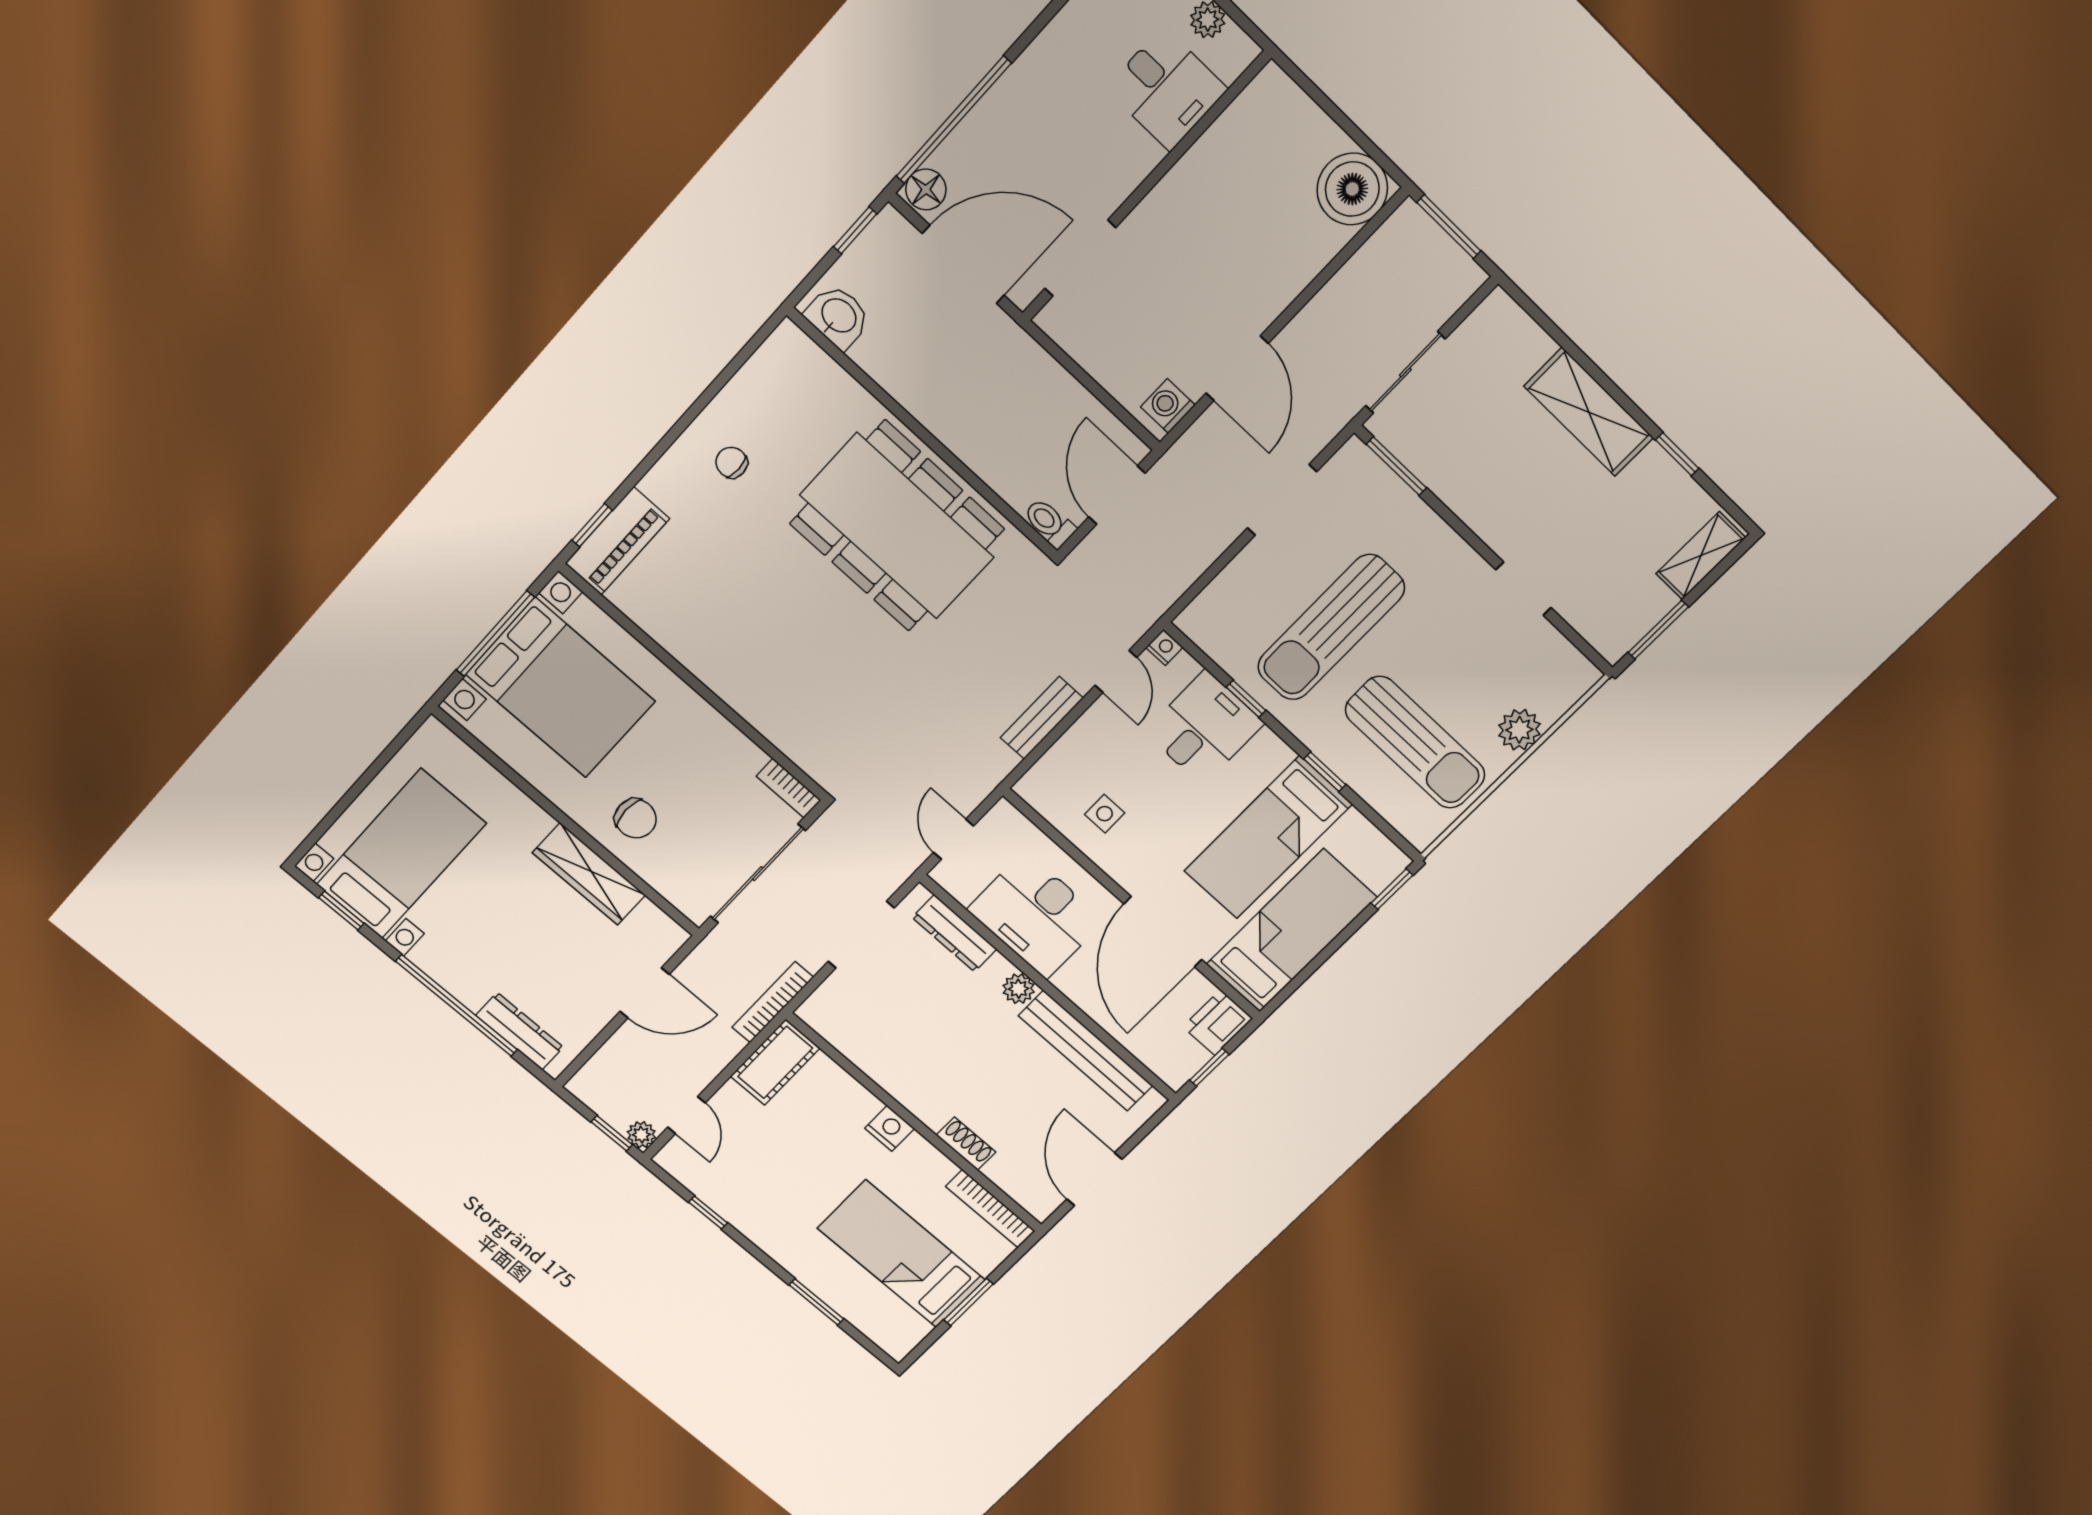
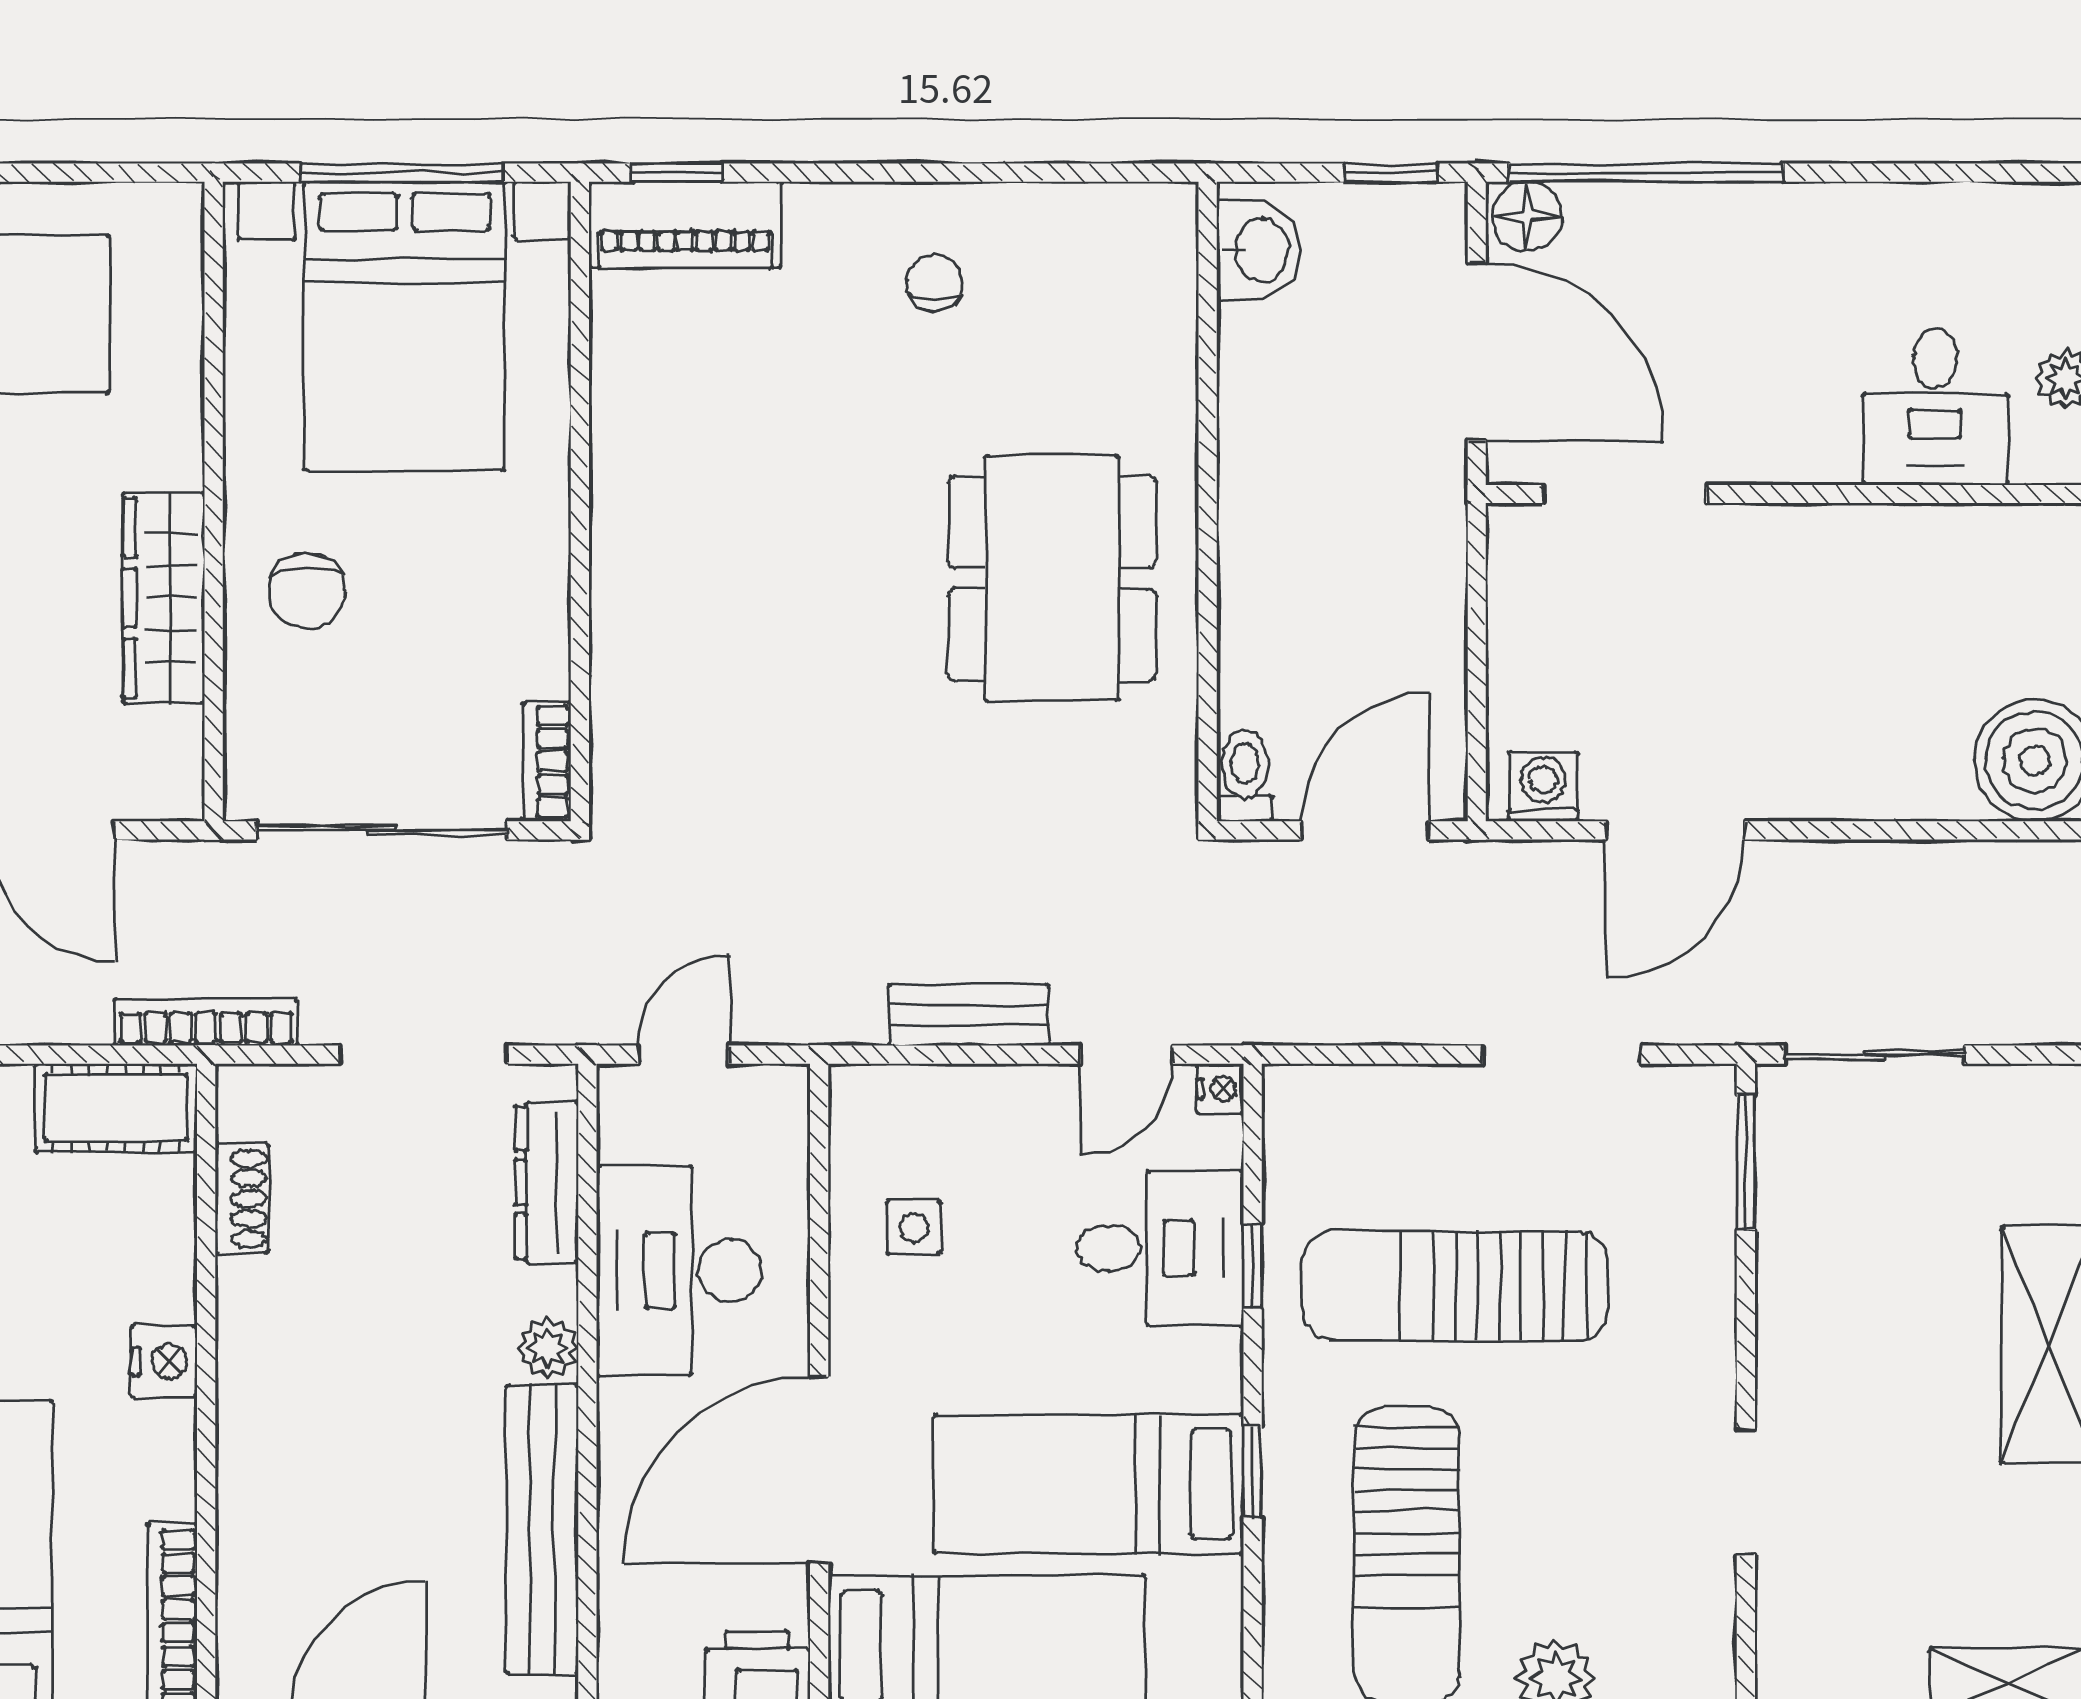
dining table: (897, 526) -> (1052, 578), width x0.73, depth x0.80
shoe rack: (966, 1144) -> (242, 1199), moved

